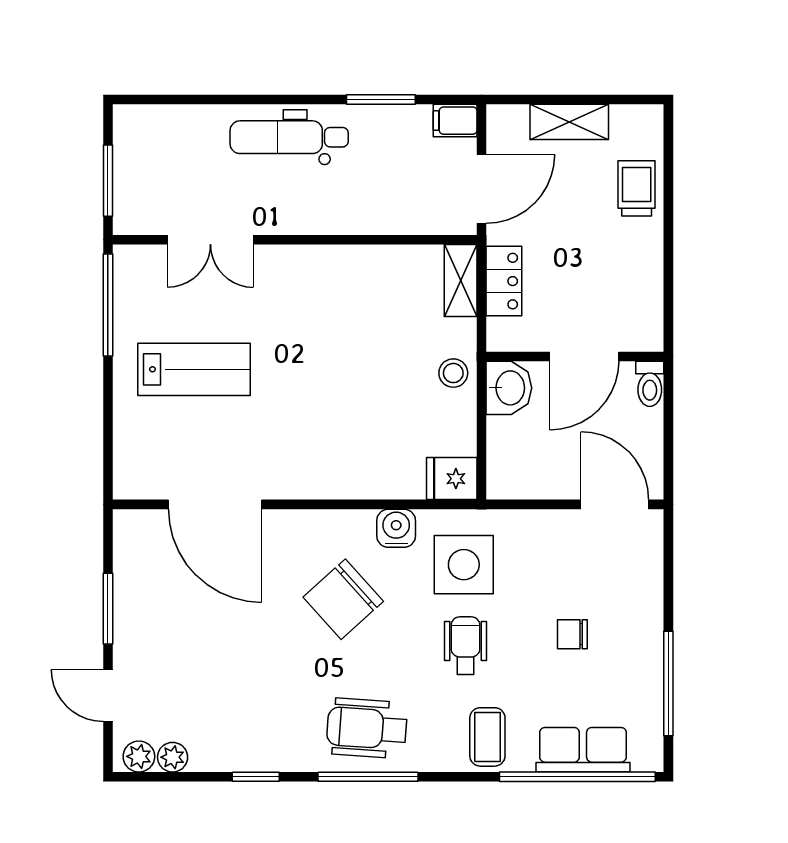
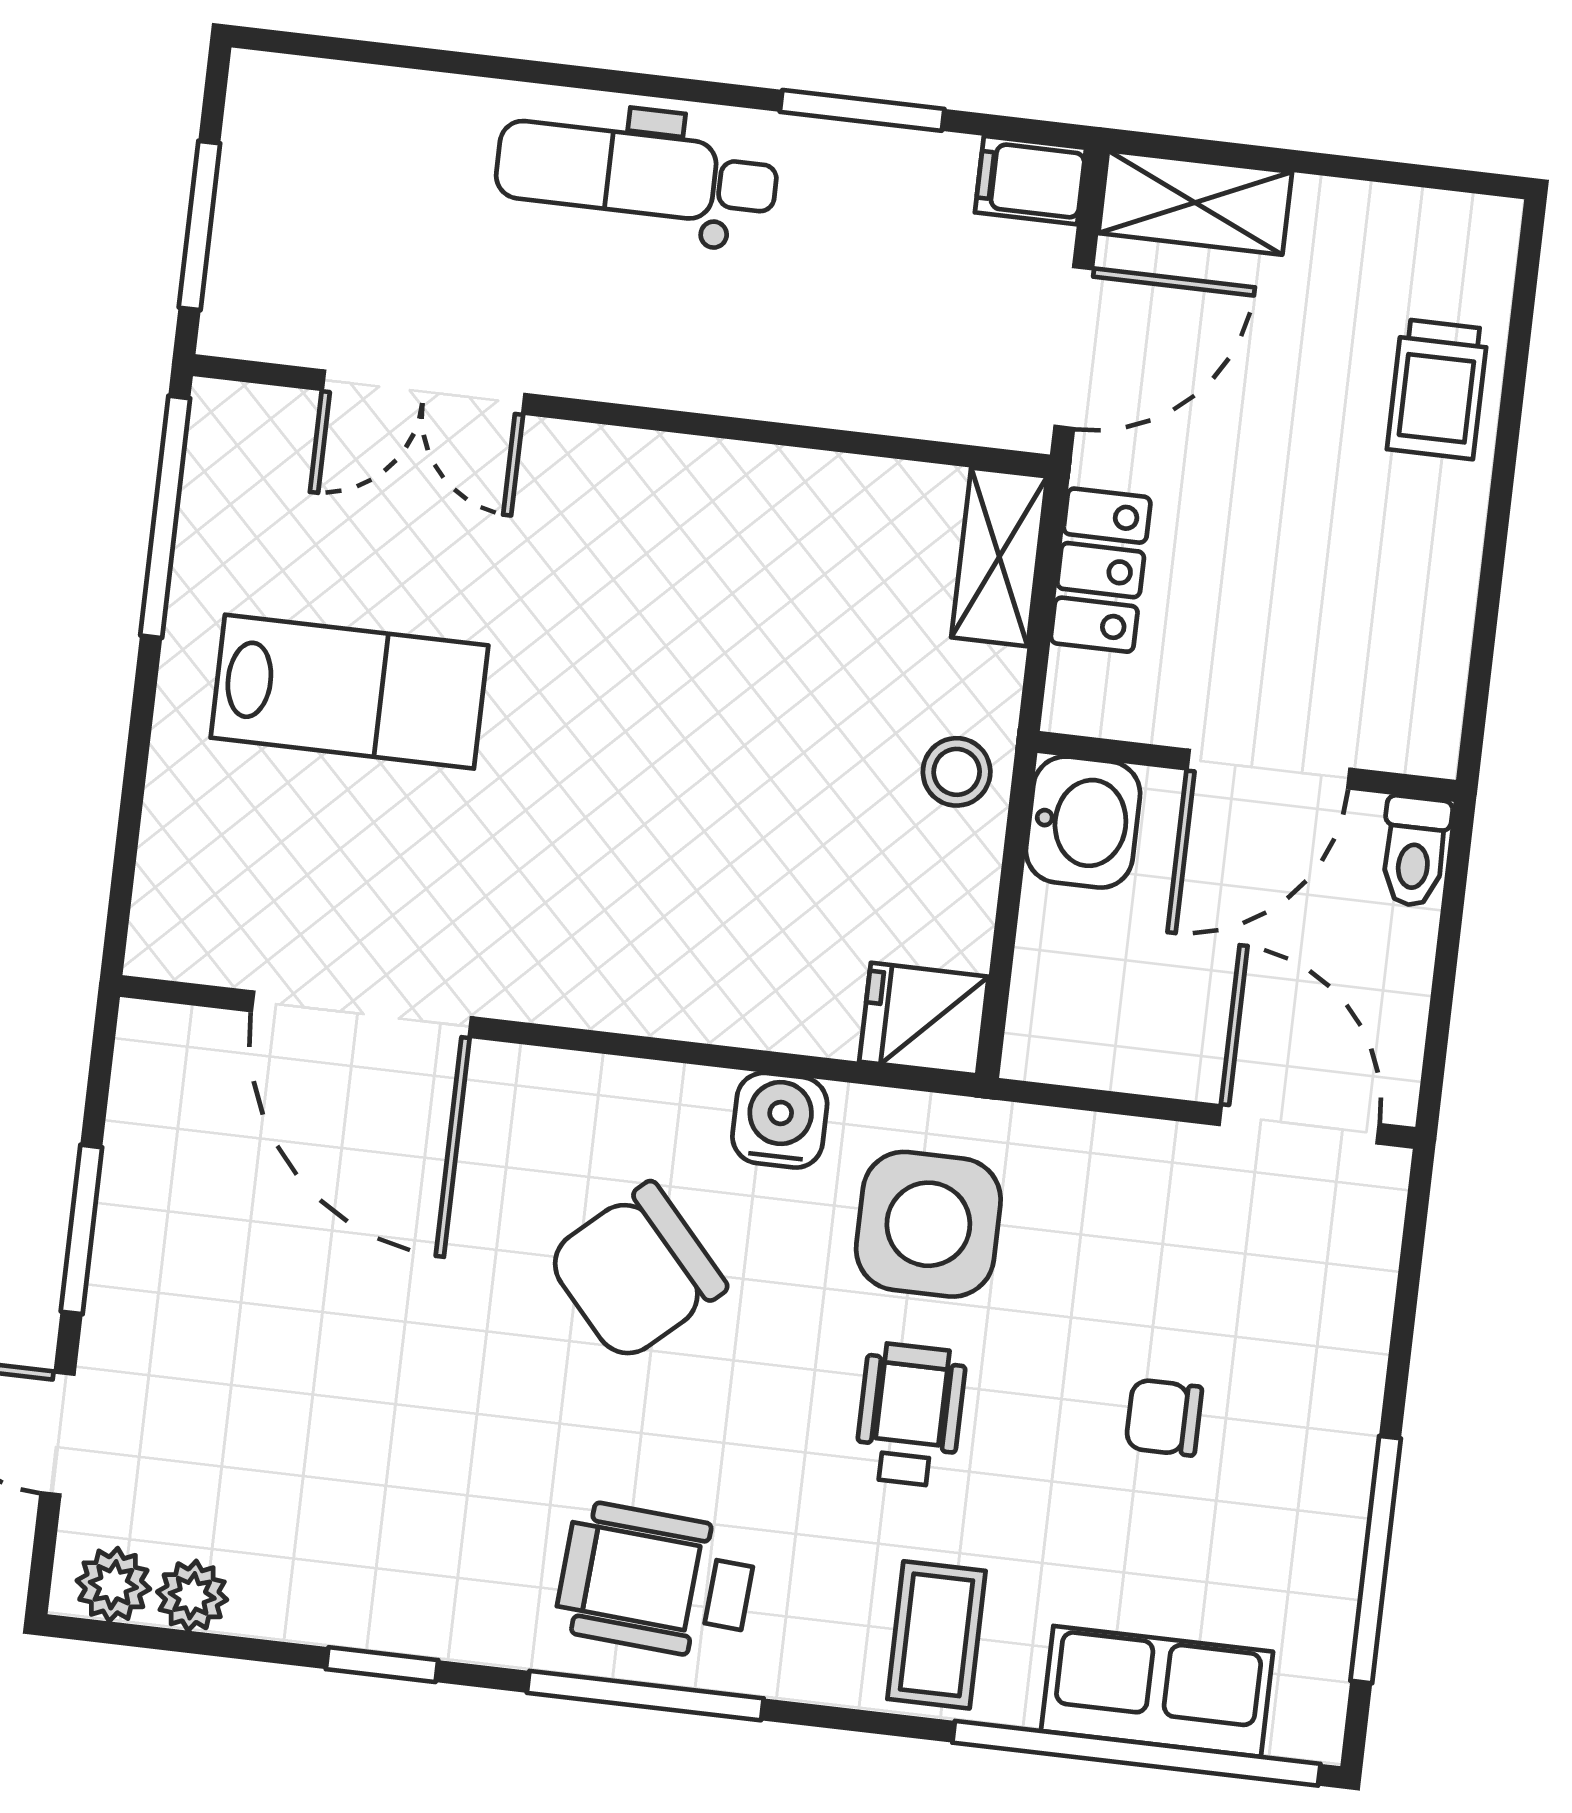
shelving: (569, 122) -> (1195, 203), moved
trolley: (637, 188) -> (1438, 389), turned 180

